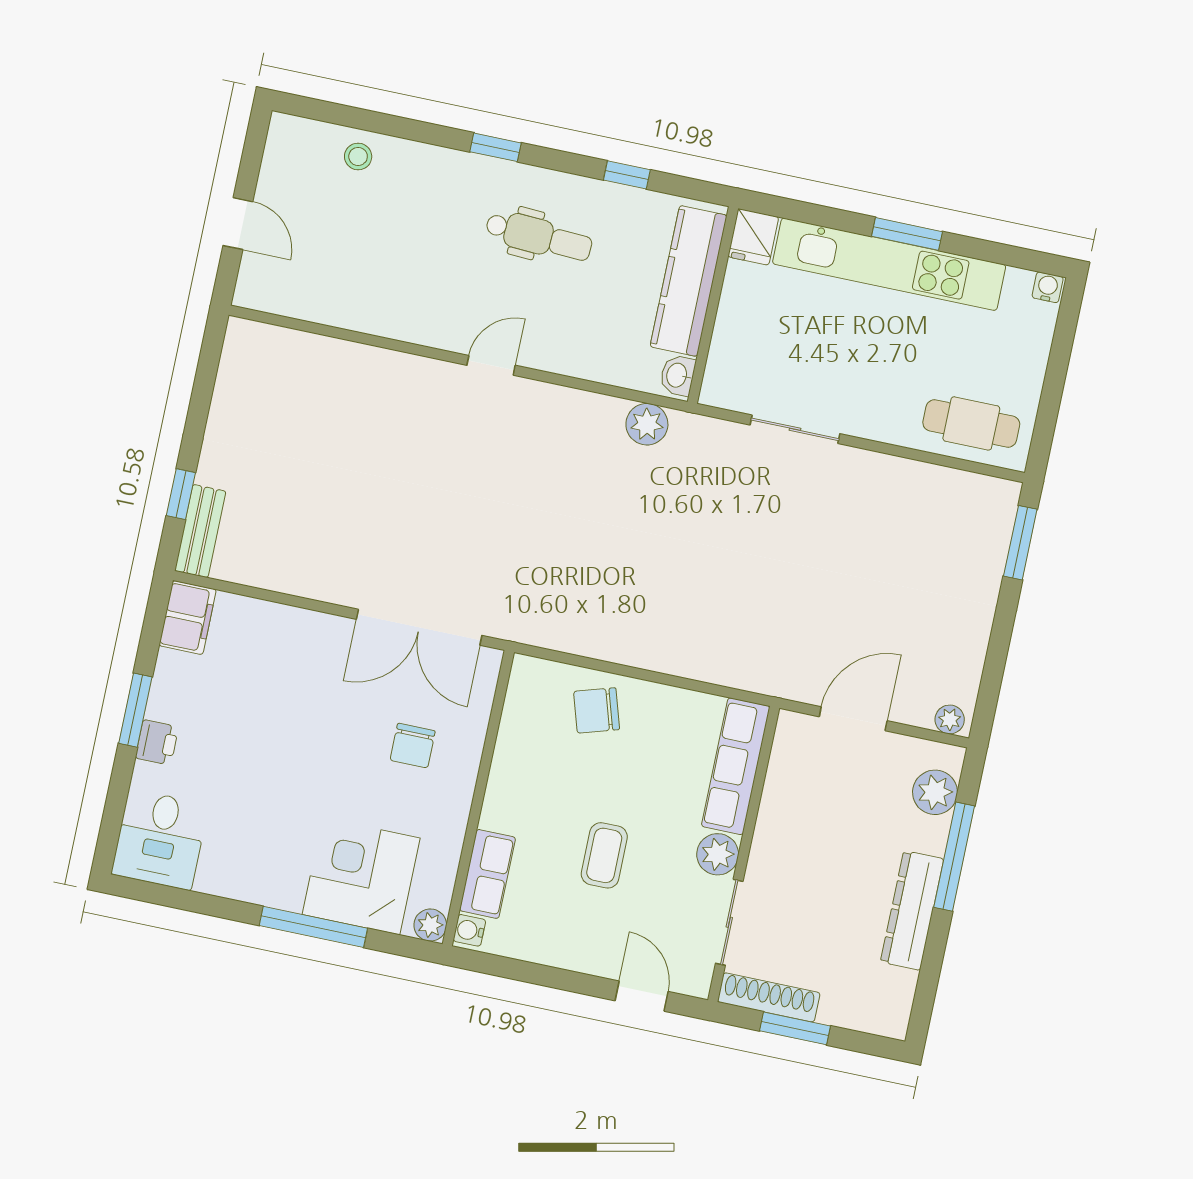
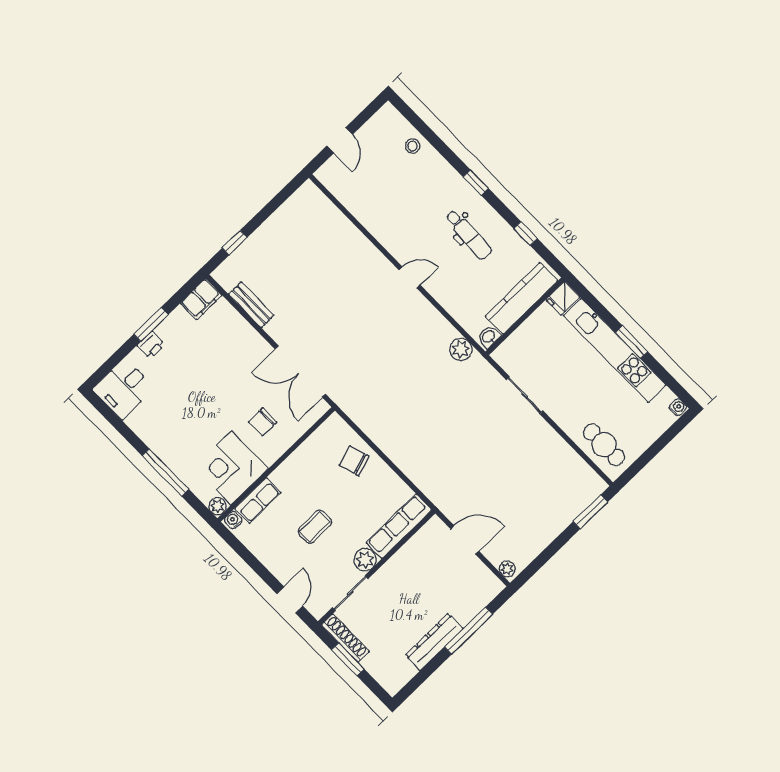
bench: (200, 531) -> (251, 305), moved, turned 90
plant: (935, 792) -> (479, 597), removed
corner desk: (361, 876) -> (231, 468), moved, turned -90

